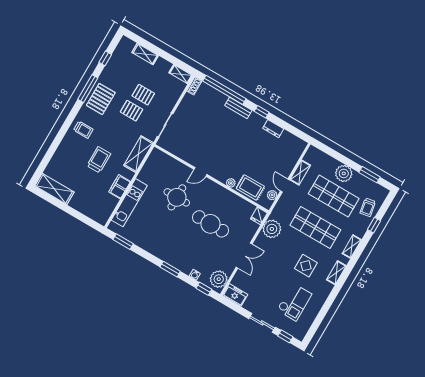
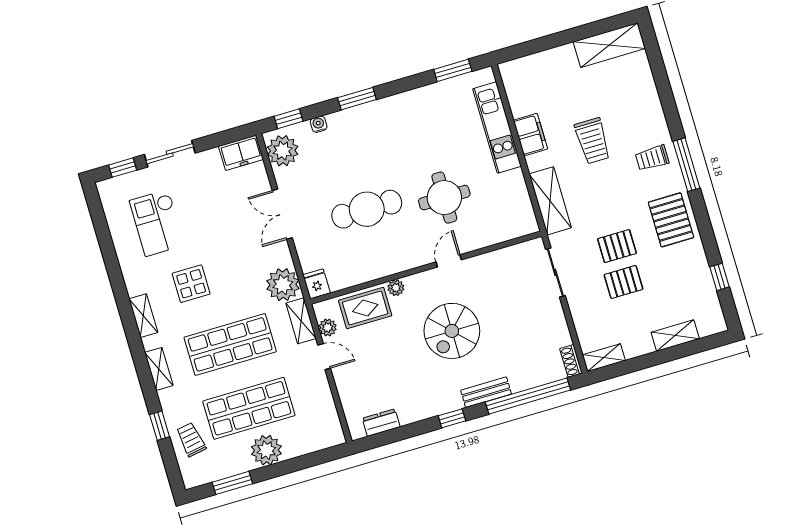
window: (88, 89) -> (686, 165), moved
dresser: (273, 129) -> (381, 423), moved
spiral stairs: (227, 144) -> (452, 331), added
shelving: (300, 173) -> (301, 321), moved

